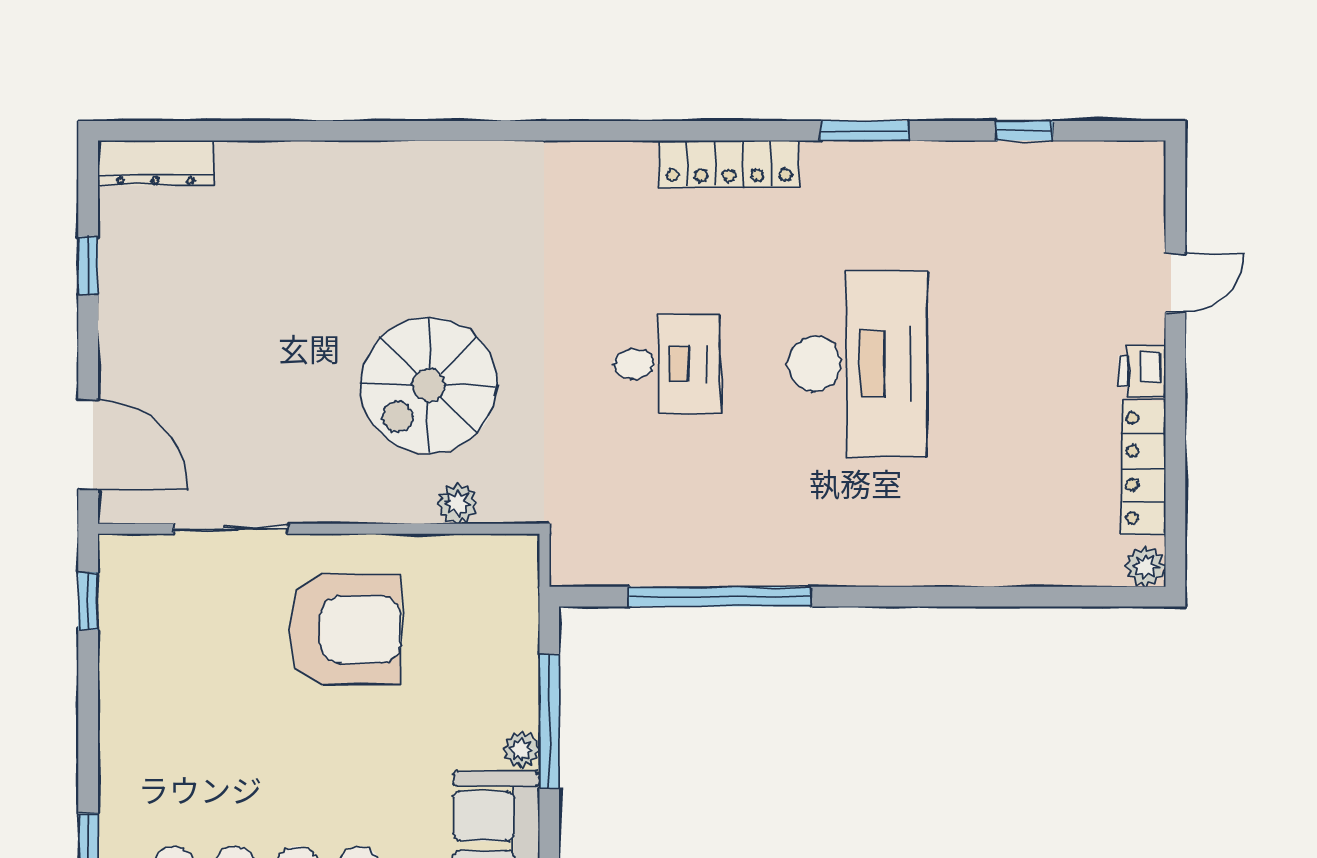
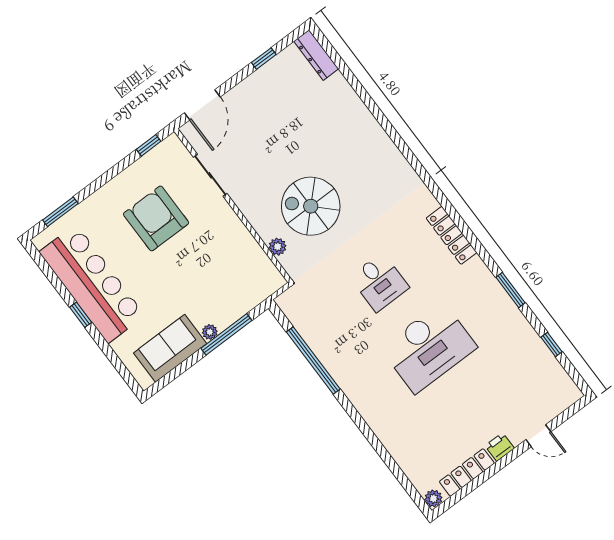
locker: (729, 164) -> (452, 235), moved
armchair: (345, 630) -> (156, 218), moved, turned 180

